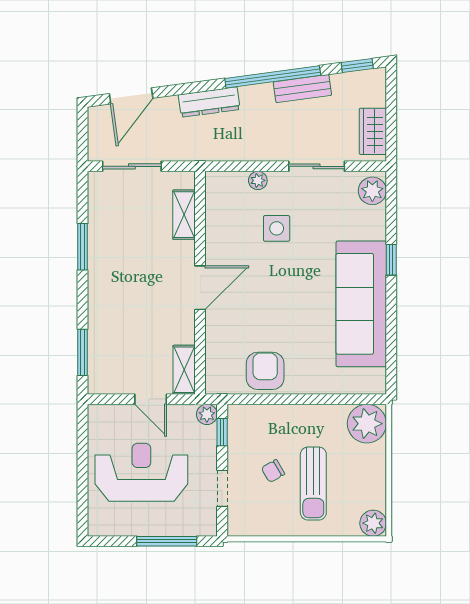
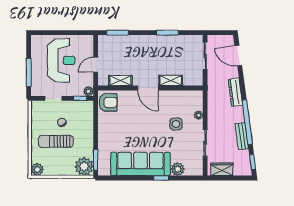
plant: (372, 191) -> (178, 169), moved
shelving: (184, 215) -> (171, 80), moved
shelving: (184, 370) -> (120, 80), moved
armchair: (265, 371) -> (108, 102), moved
window: (353, 399) -> (96, 160), added

